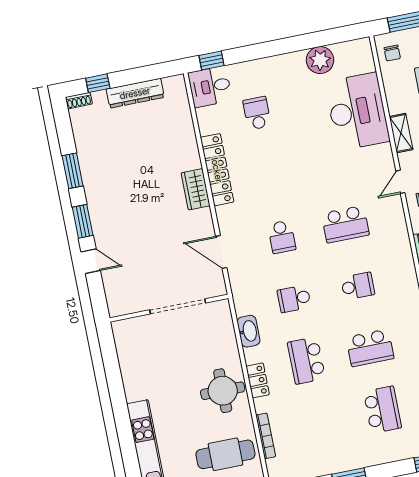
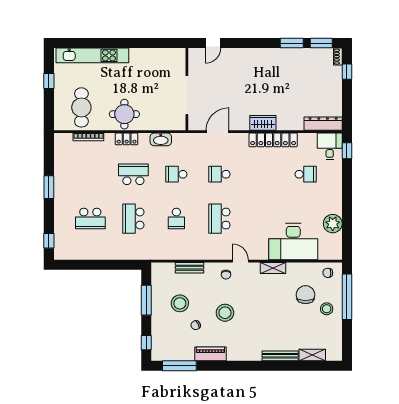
dresser: (135, 93) -> (323, 124), moved, turned 90
window: (83, 221) -> (321, 43), moved
door: (91, 261) -> (213, 43), moved
school desk: (294, 299) -> (176, 174), turned -90

